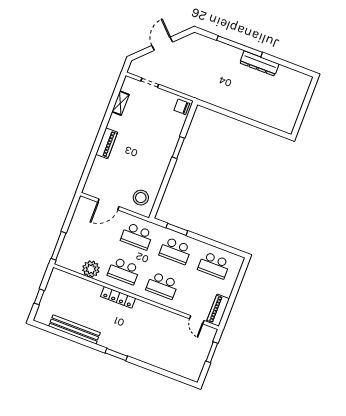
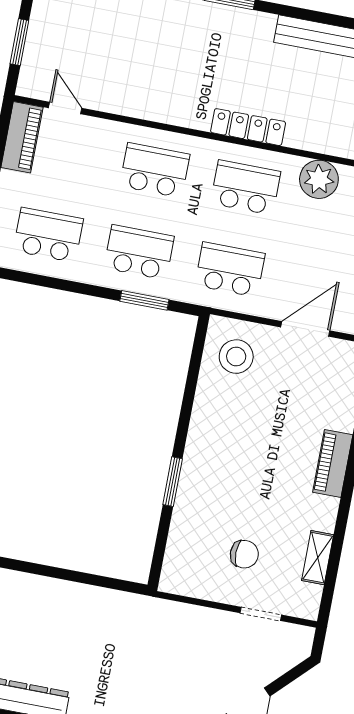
chair: (182, 107) -> (244, 554), moved

